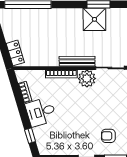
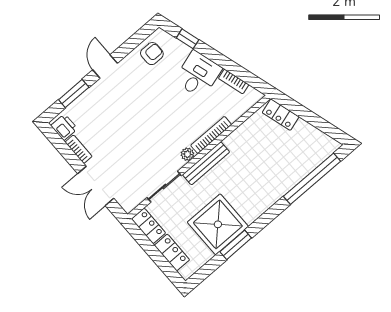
shower: (94, 19) -> (218, 224), width x1.37, depth x1.37
plant: (87, 79) -> (187, 154), width x0.53, depth x0.53
armchair: (108, 136) -> (152, 54), moved

